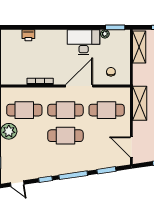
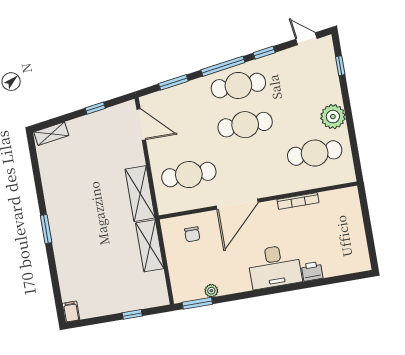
printer: (28, 35) -> (312, 271), moved
desk: (84, 42) -> (275, 267), moved
shelving: (139, 47) -> (150, 246), moved
cafe table: (65, 110) -> (238, 85), moved

